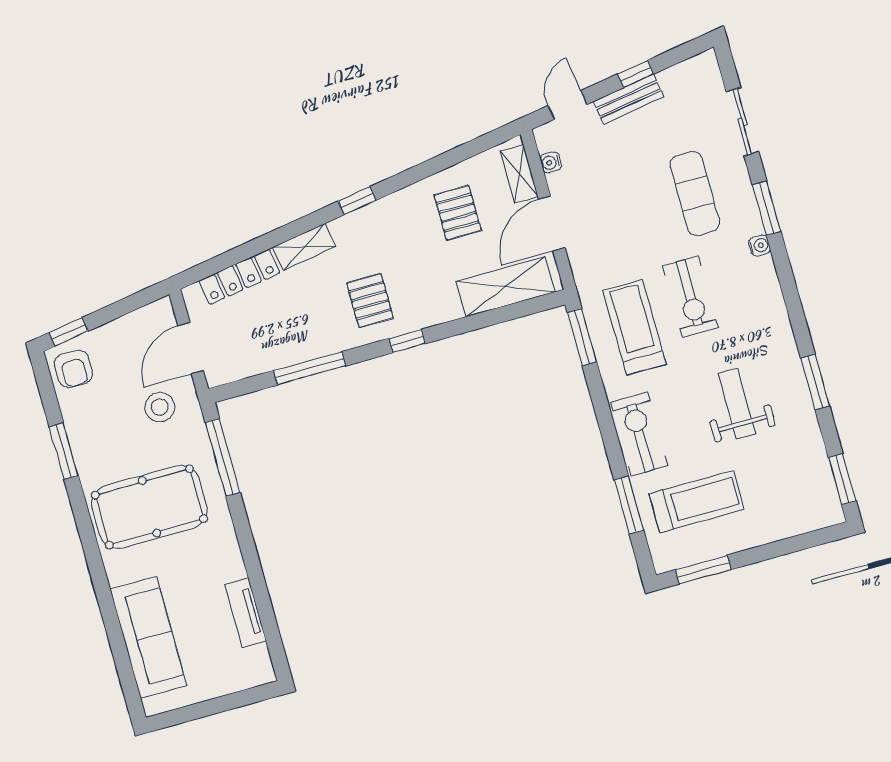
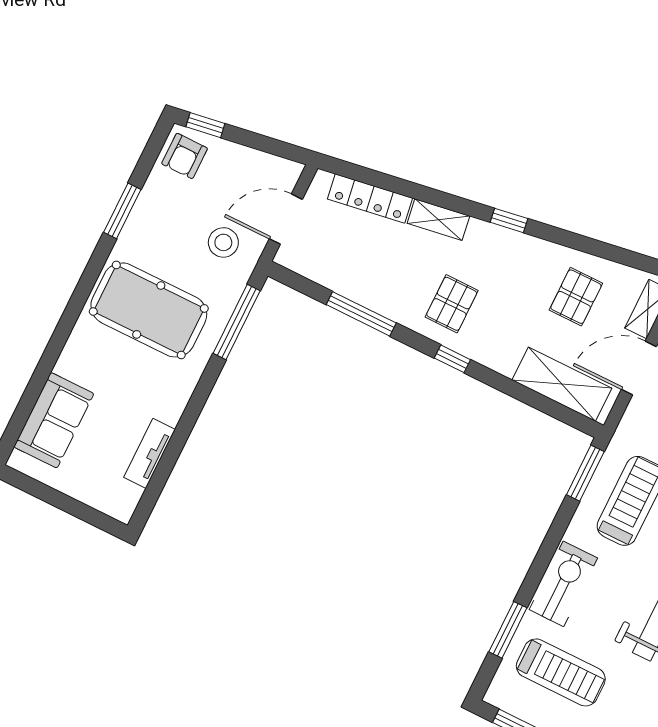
sofa: (148, 637) -> (54, 420), width x0.73

